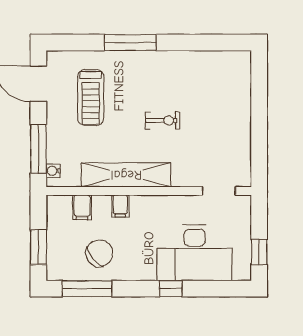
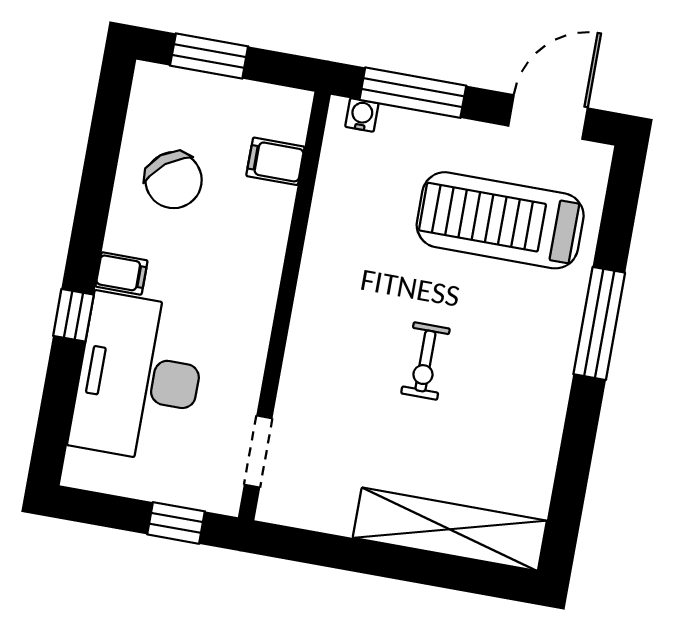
treadmill: (91, 97) -> (500, 220), width x1.37, depth x1.38
shelving: (126, 175) -> (450, 529), moved, turned 90
filing cabinet: (120, 206) -> (122, 273), moved, turned 180
window: (259, 252) -> (176, 523), moved
window: (87, 289) -> (105, 141), removed

